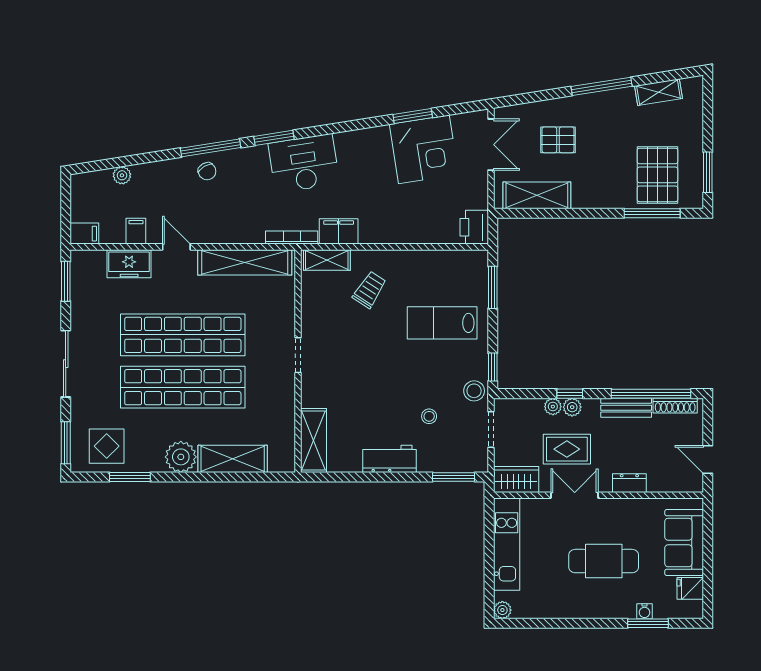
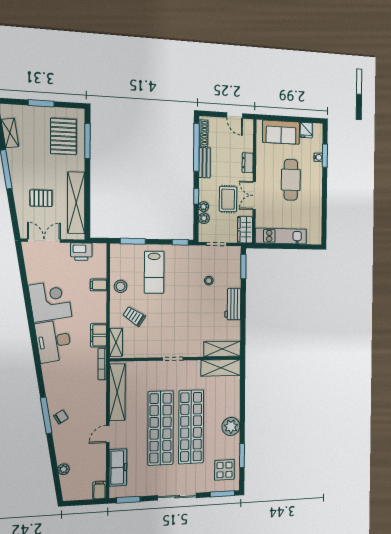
window: (413, 116) -> (26, 290), removed
window: (274, 138) -> (40, 376), removed
pallet: (558, 140) -> (41, 198), turned 90
corner desk: (424, 149) -> (50, 301), moved
desk: (304, 163) -> (53, 341), moved
window: (708, 172) -> (41, 103), moved
pallet: (657, 175) -> (63, 136), turned 90
shelving: (537, 195) -> (76, 203), width x1.47
printer: (474, 227) -> (81, 252), moved
filing cabinet: (136, 231) -> (98, 285), moved
freezer: (129, 264) -> (118, 467), width x1.40
stool: (474, 391) -> (121, 286), moved
plant: (572, 407) -> (204, 218), moved
shelving: (233, 459) -> (221, 368), moved, turned 90
door: (708, 460) -> (235, 115), hinge flipped
plant: (502, 610) -> (317, 239), removed

